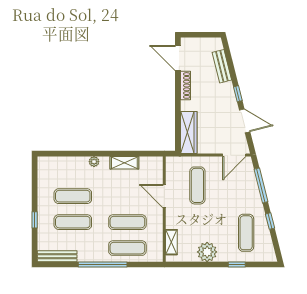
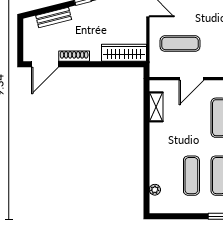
plant: (94, 162) -> (155, 190), moved
shelving: (124, 163) -> (156, 107), moved

